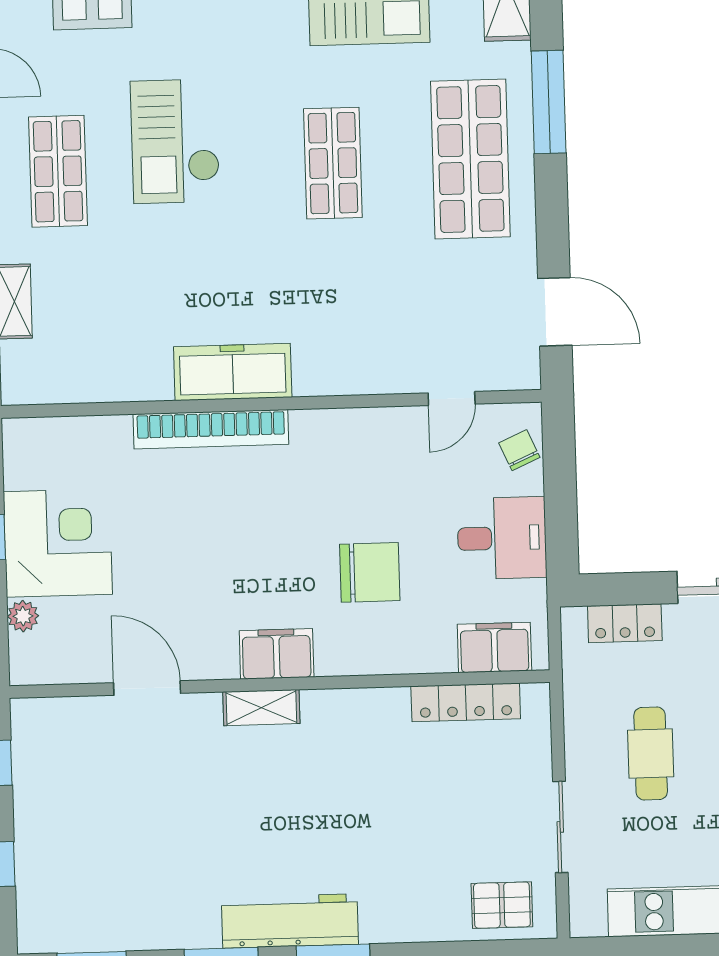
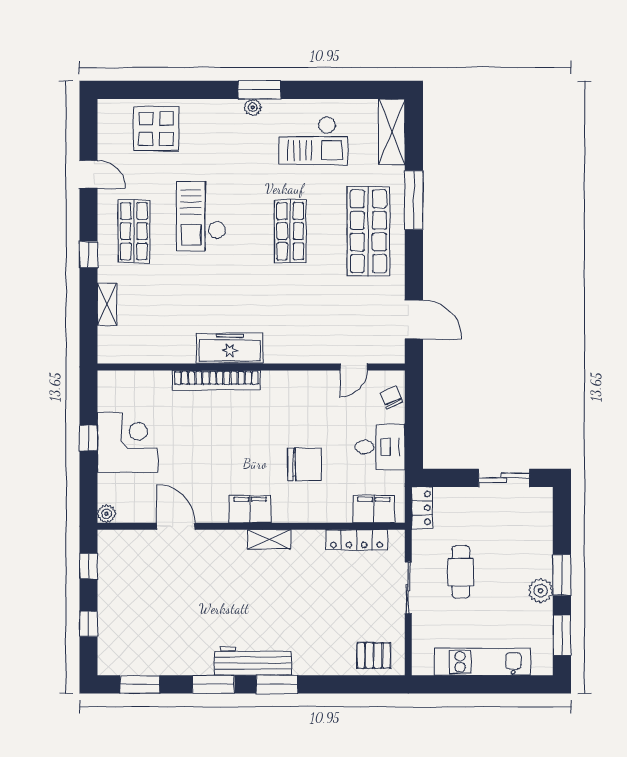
plant: (23, 616) -> (107, 514), moved
locker: (625, 623) -> (422, 508), moved, turned -90
shelving: (261, 708) -> (269, 539), moved
sliding door: (560, 827) -> (408, 588), moved

